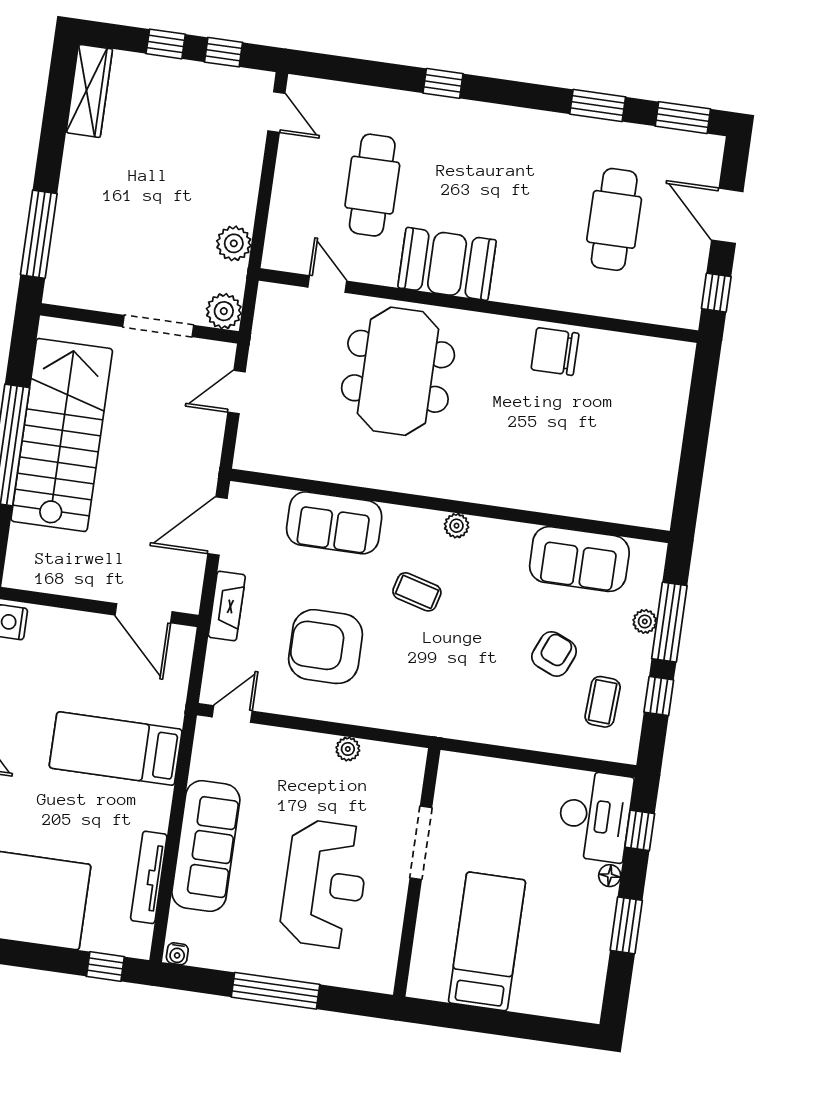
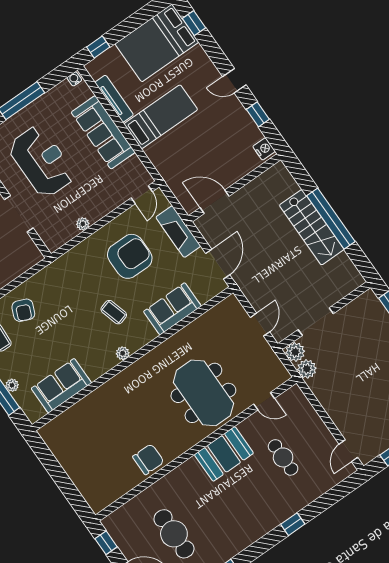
door: (276, 112) -> (348, 451), hinge flipped
cafe table: (372, 185) -> (283, 457), width x0.73, depth x0.74
plant: (234, 243) -> (307, 369), moved
stairs: (62, 435) -> (312, 227), width x0.73, depth x0.66
coffee table: (417, 592) -> (114, 312), turned 59
fireplace: (227, 606) -> (178, 232), width x1.37, depth x1.32
armchair: (554, 654) -> (23, 310), moved
bed: (116, 749) -> (161, 117), moved
reception desk: (325, 884) -> (42, 161), turned 180

